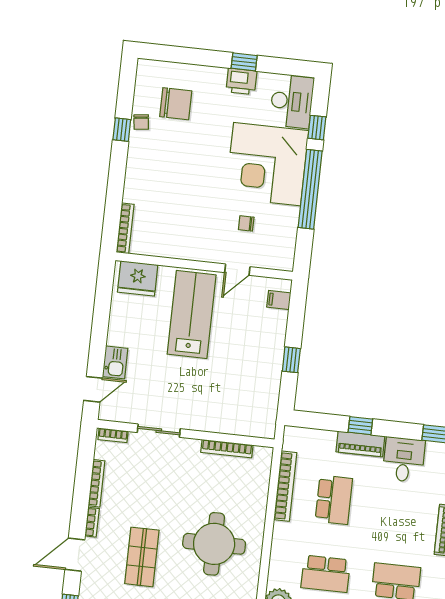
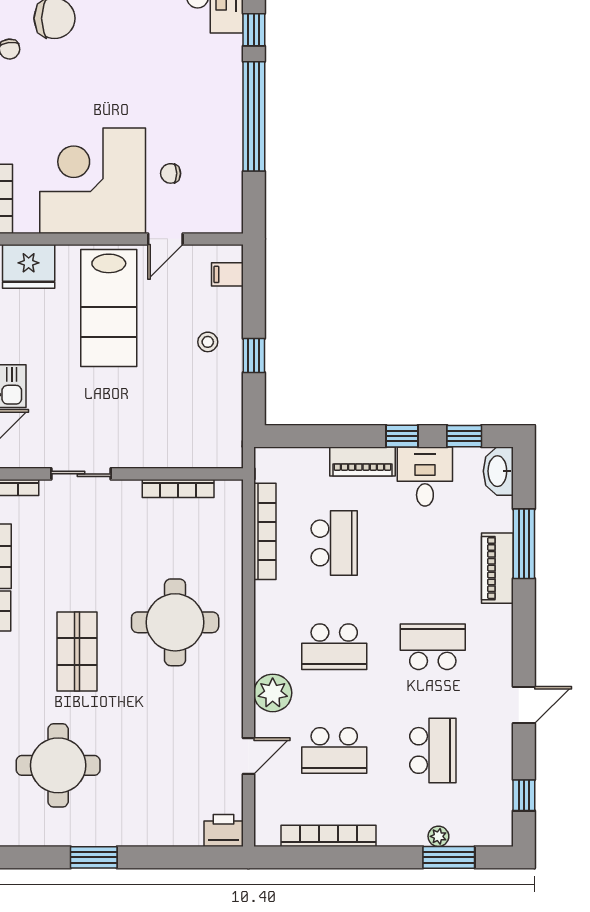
corner desk: (267, 164) -> (93, 181), moved, turned 90
lab bench: (192, 315) -> (109, 308), turned 180
stool: (259, 346) -> (208, 342), added
window: (360, 426) -> (402, 436), moved

